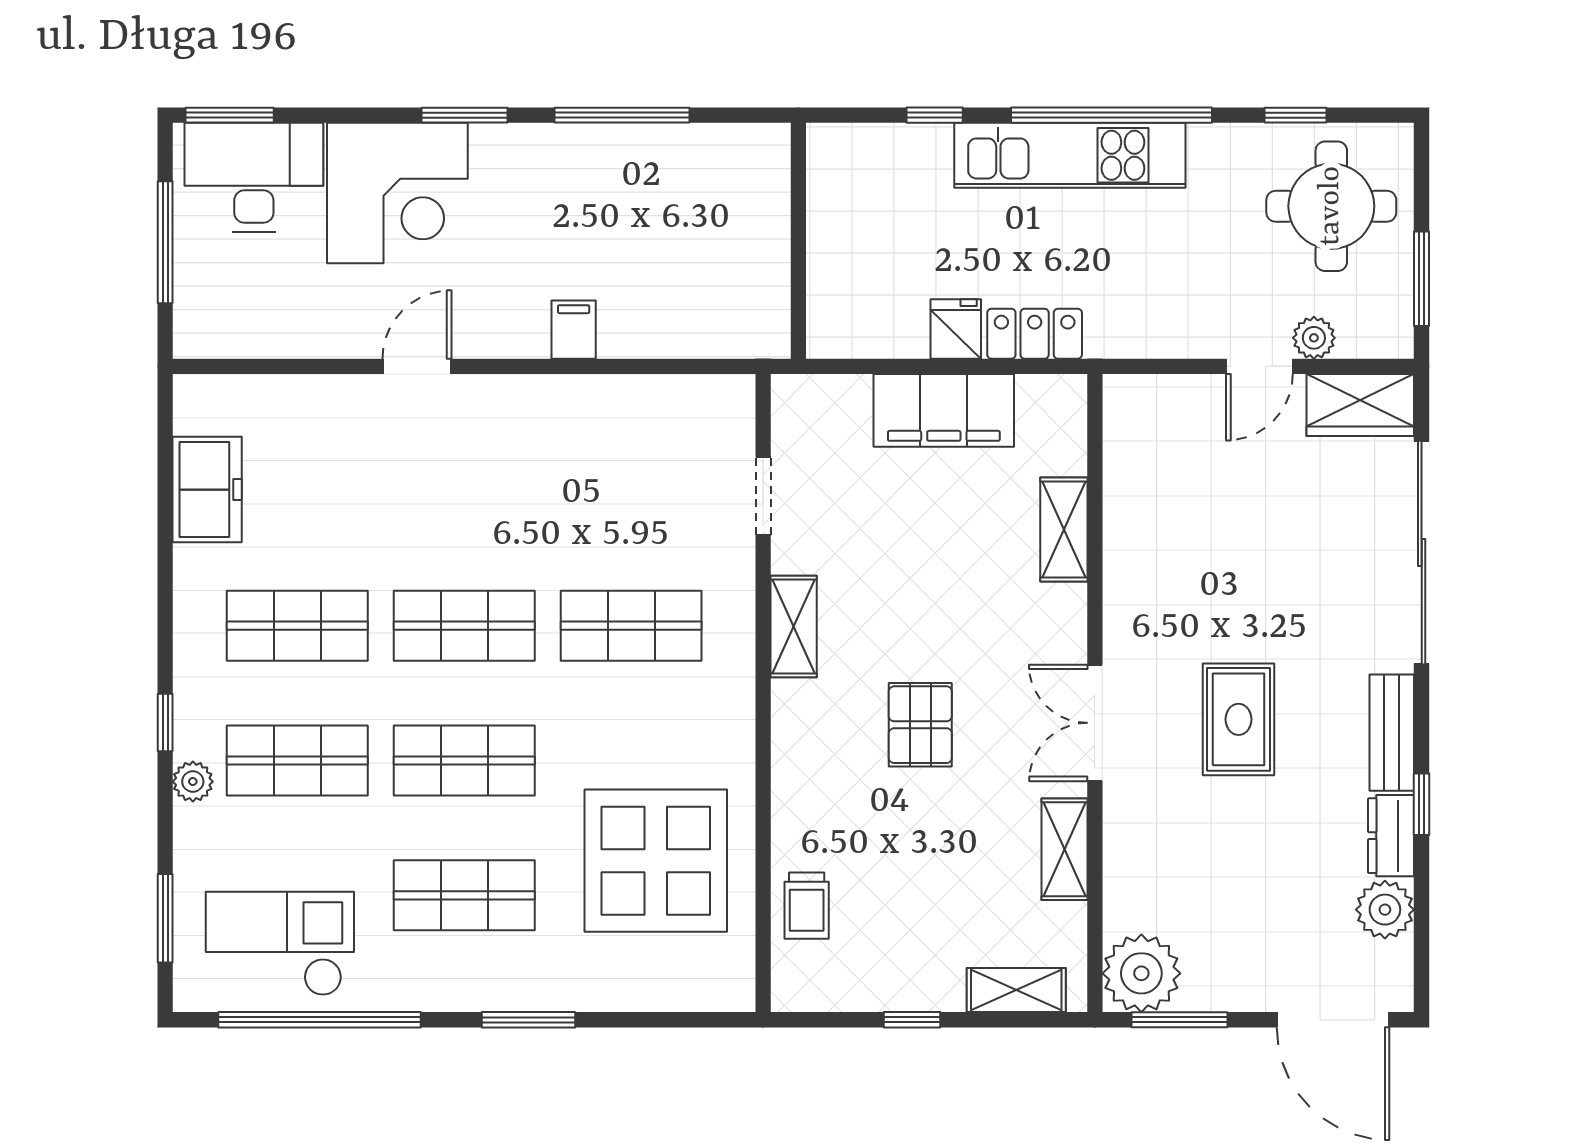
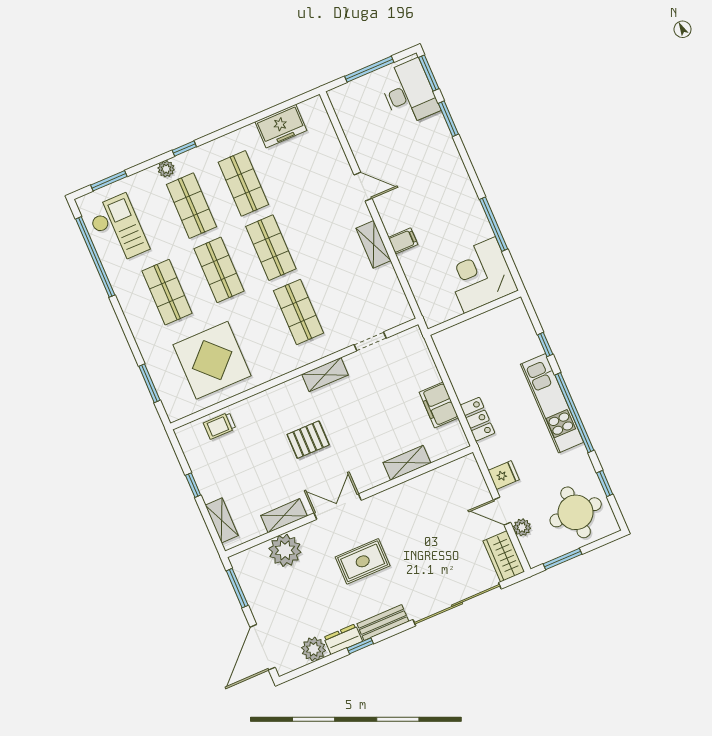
window: (465, 115) -> (448, 119), moved
corner desk: (397, 193) -> (480, 275), moved, turned 90
fridge: (956, 329) -> (504, 475), moved
shelving: (553, 398) -> (373, 244), added
filing cabinet: (944, 410) -> (439, 405), width x0.67, depth x0.86
plant: (1141, 973) -> (285, 550), moved
window: (529, 1020) -> (149, 383), moved

